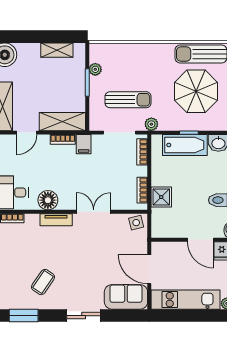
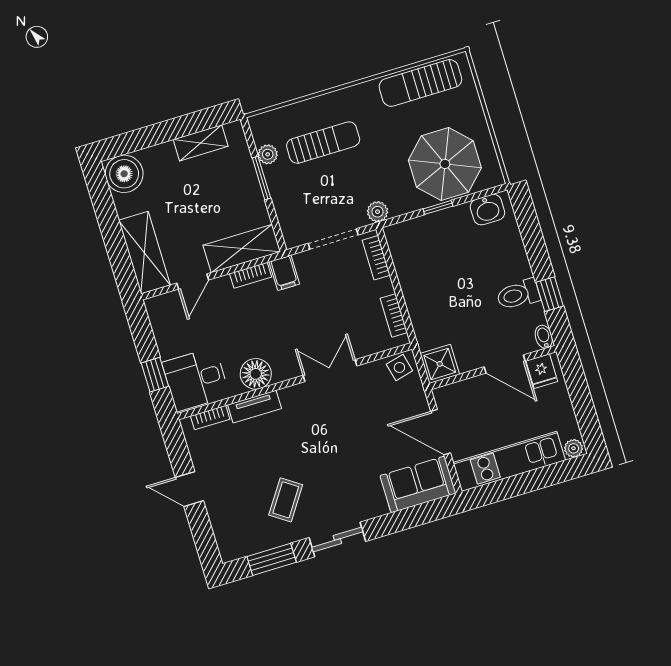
parasol: (196, 91) -> (445, 164), moved
sun lounger: (128, 100) -> (323, 143), moved
bathtub: (185, 145) -> (438, 228), removed
shower: (161, 197) -> (440, 364), moved
tv unit: (56, 220) -> (255, 407), moved
sliding door: (84, 316) -> (337, 540), moved

